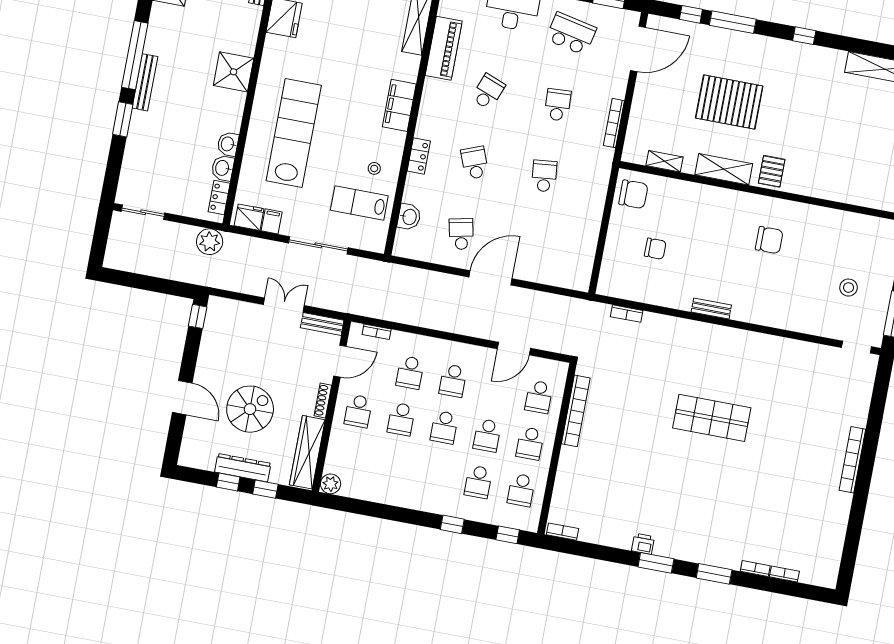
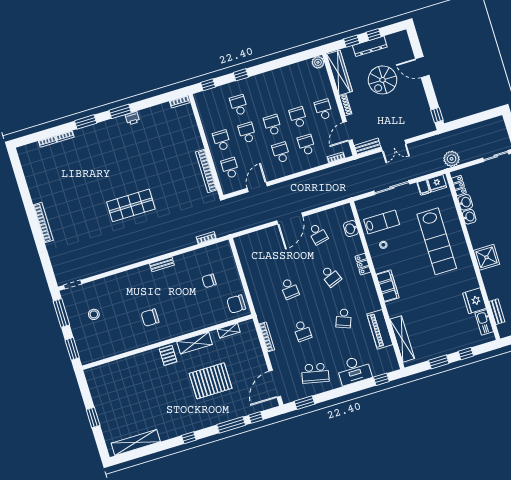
school desk: (521, 490) -> (213, 113), removed

